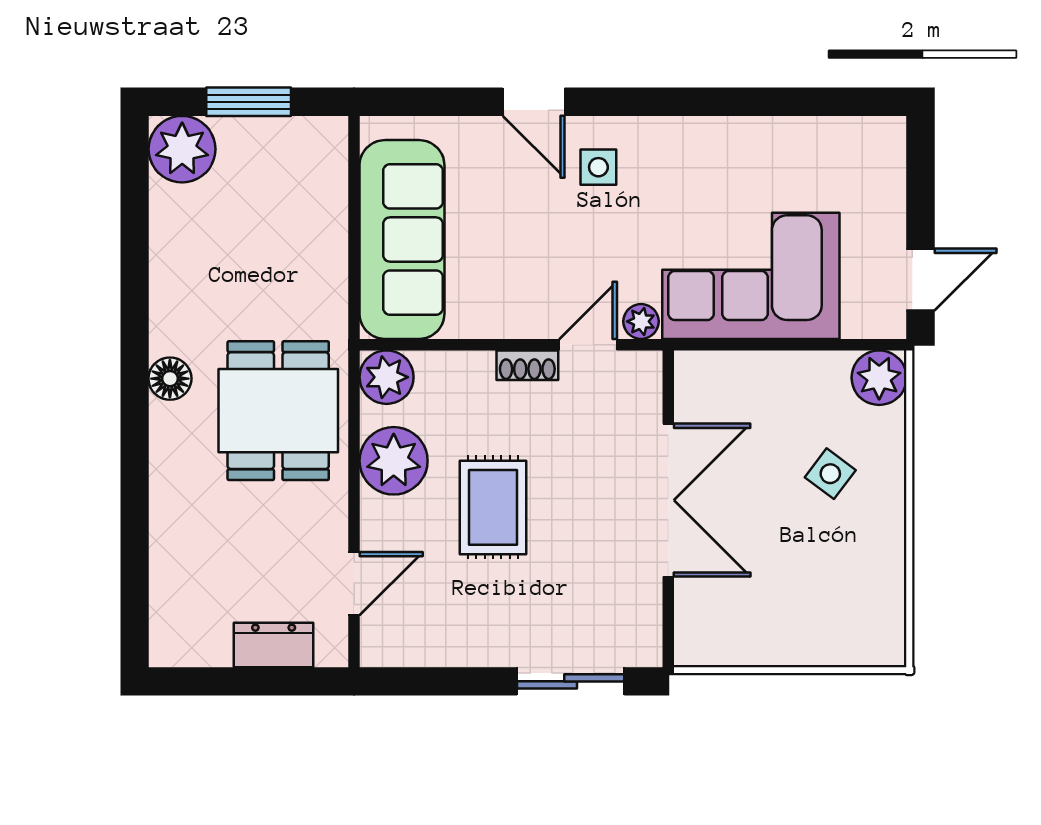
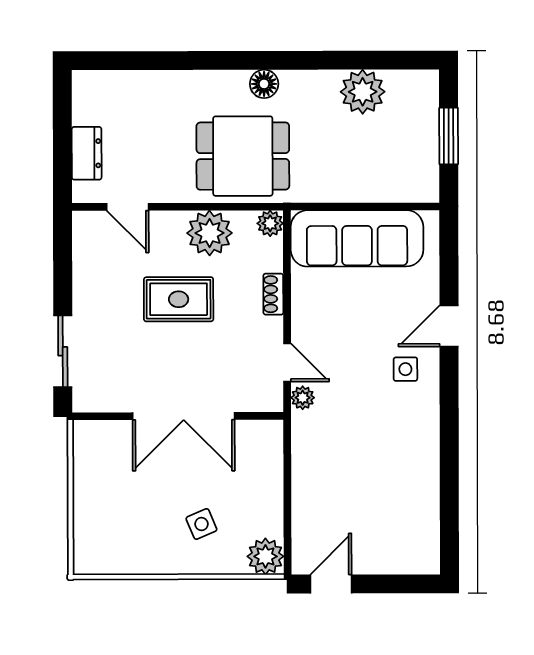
plant: (182, 149) -> (363, 92), moved
corner sofa: (751, 276) -> (333, 471), removed
door: (921, 279) -> (331, 584), swing flipped
shoe rack: (527, 365) -> (273, 294), moved
plant: (387, 377) -> (270, 223), width x0.73, depth x0.73
side table: (830, 474) -> (201, 524), turned 30

